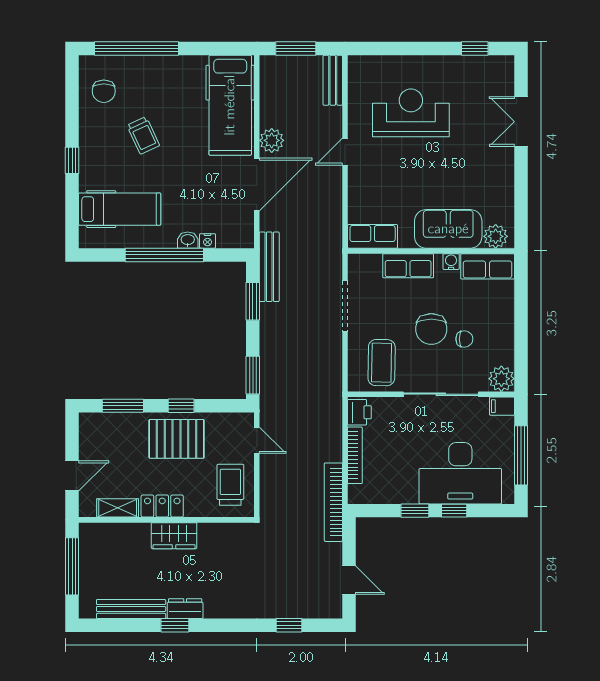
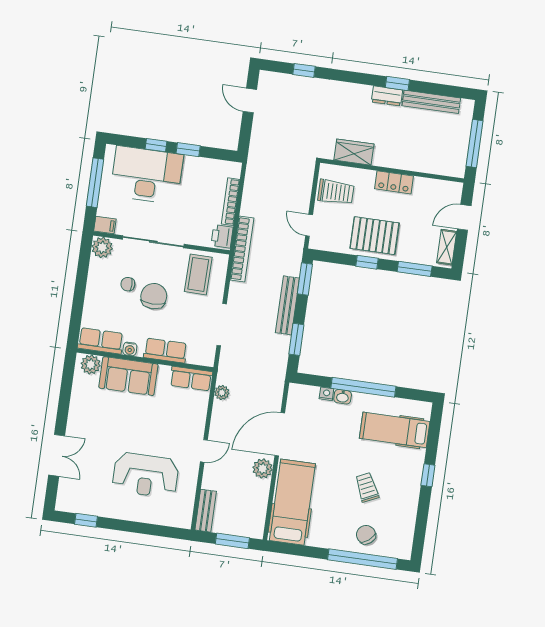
chair: (104, 91) -> (366, 535), moved, turned -39
plant: (333, 225) -> (222, 393), added
bench: (269, 267) -> (287, 305), moved
trolley: (230, 485) -> (336, 192), turned -90
bookcase: (333, 502) -> (242, 249), moved
shelving: (118, 508) -> (447, 247), moved, turned 90
wardrobe: (174, 536) -> (354, 152), moved

